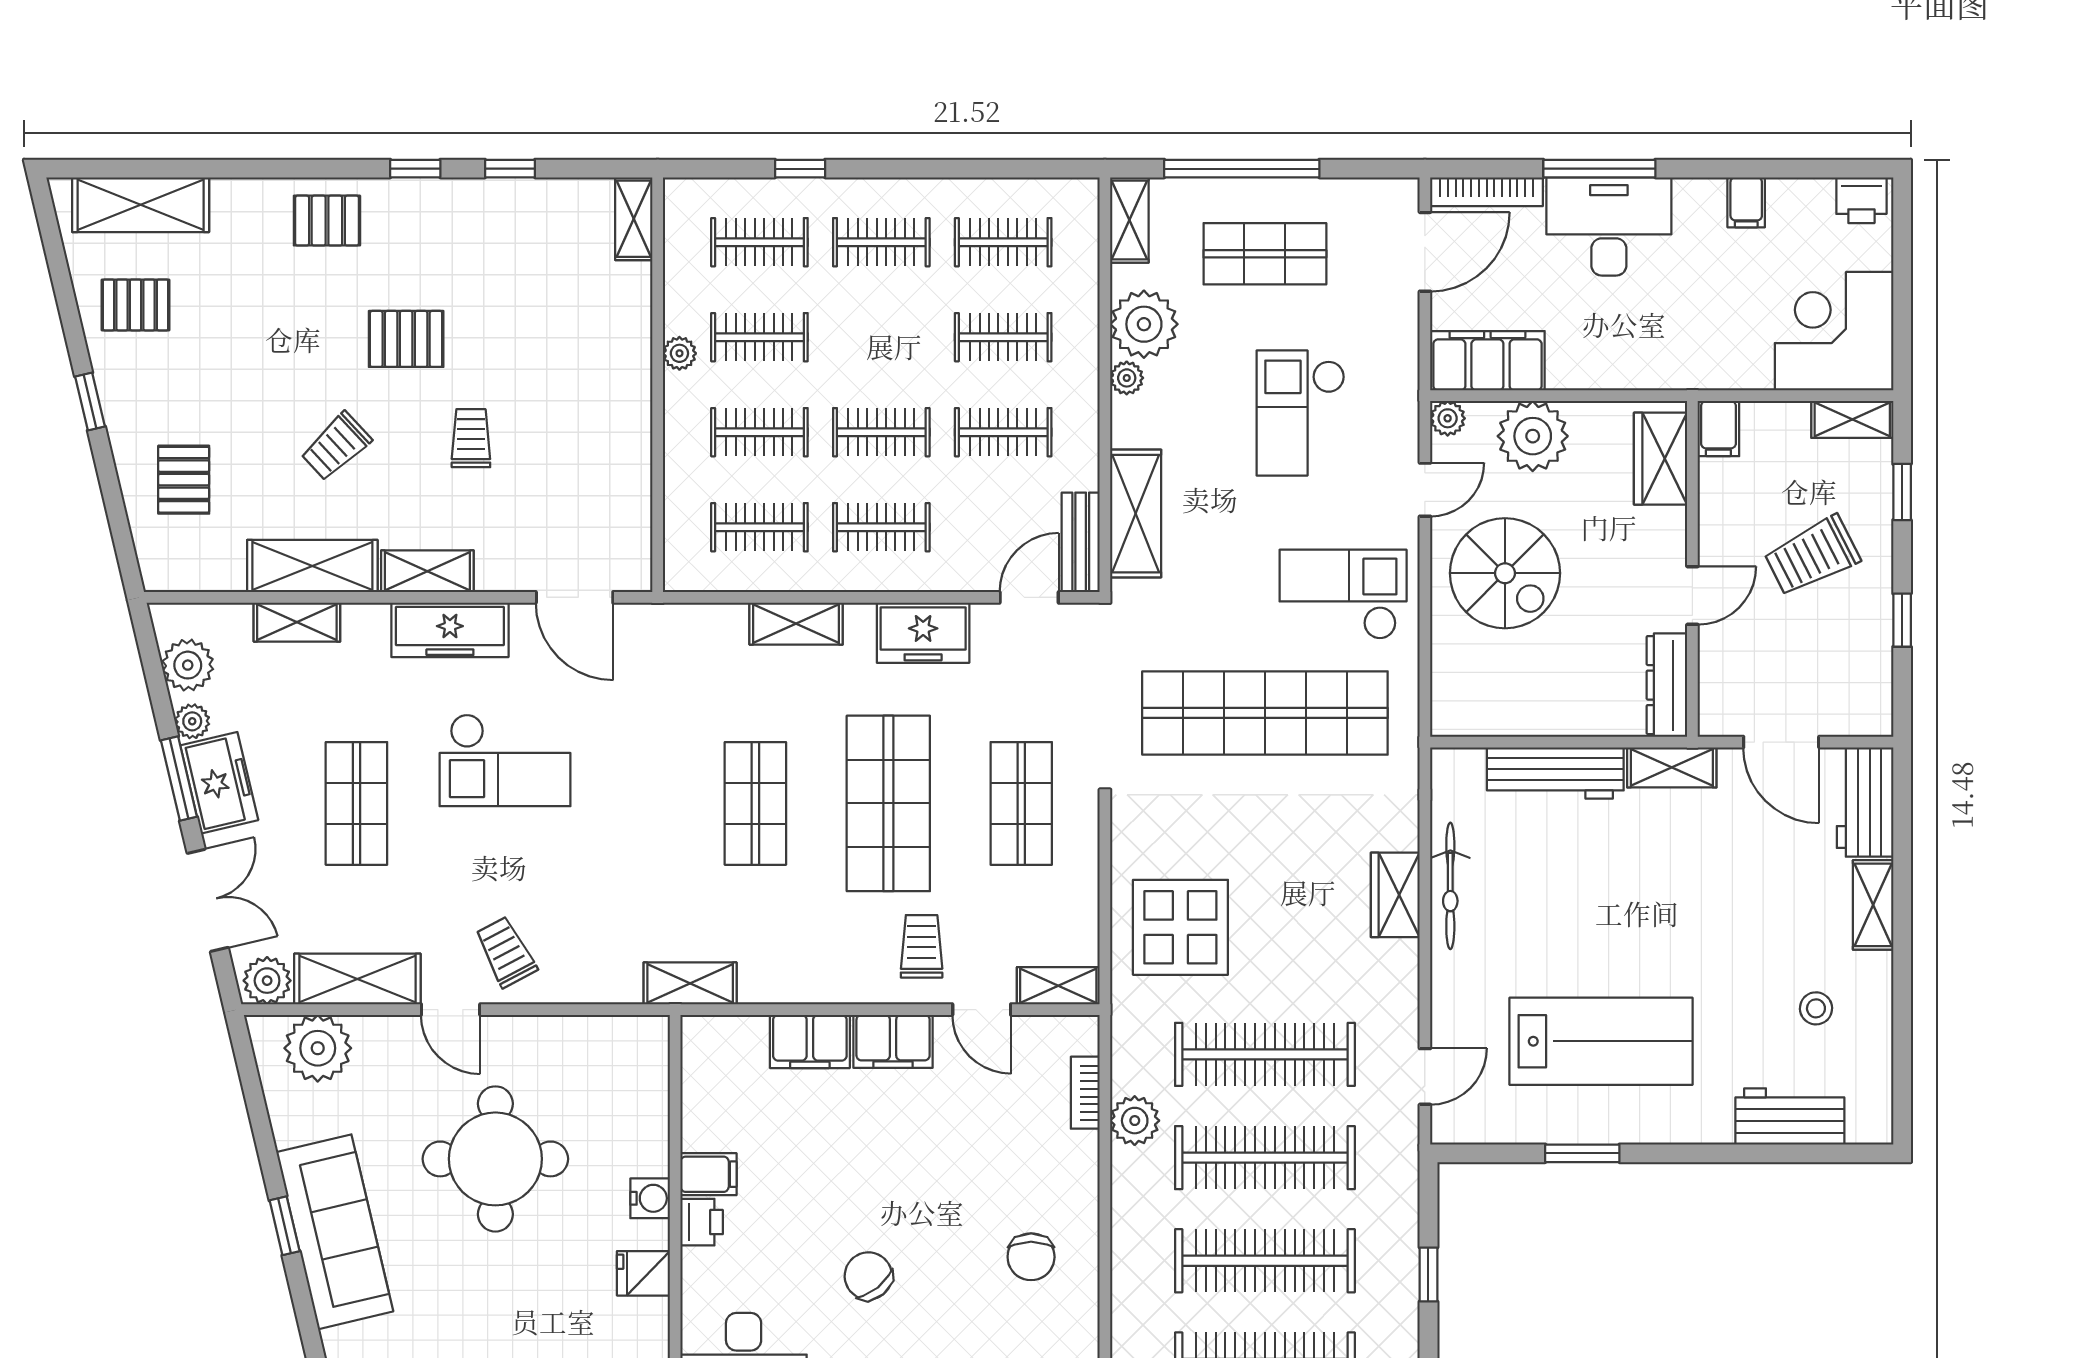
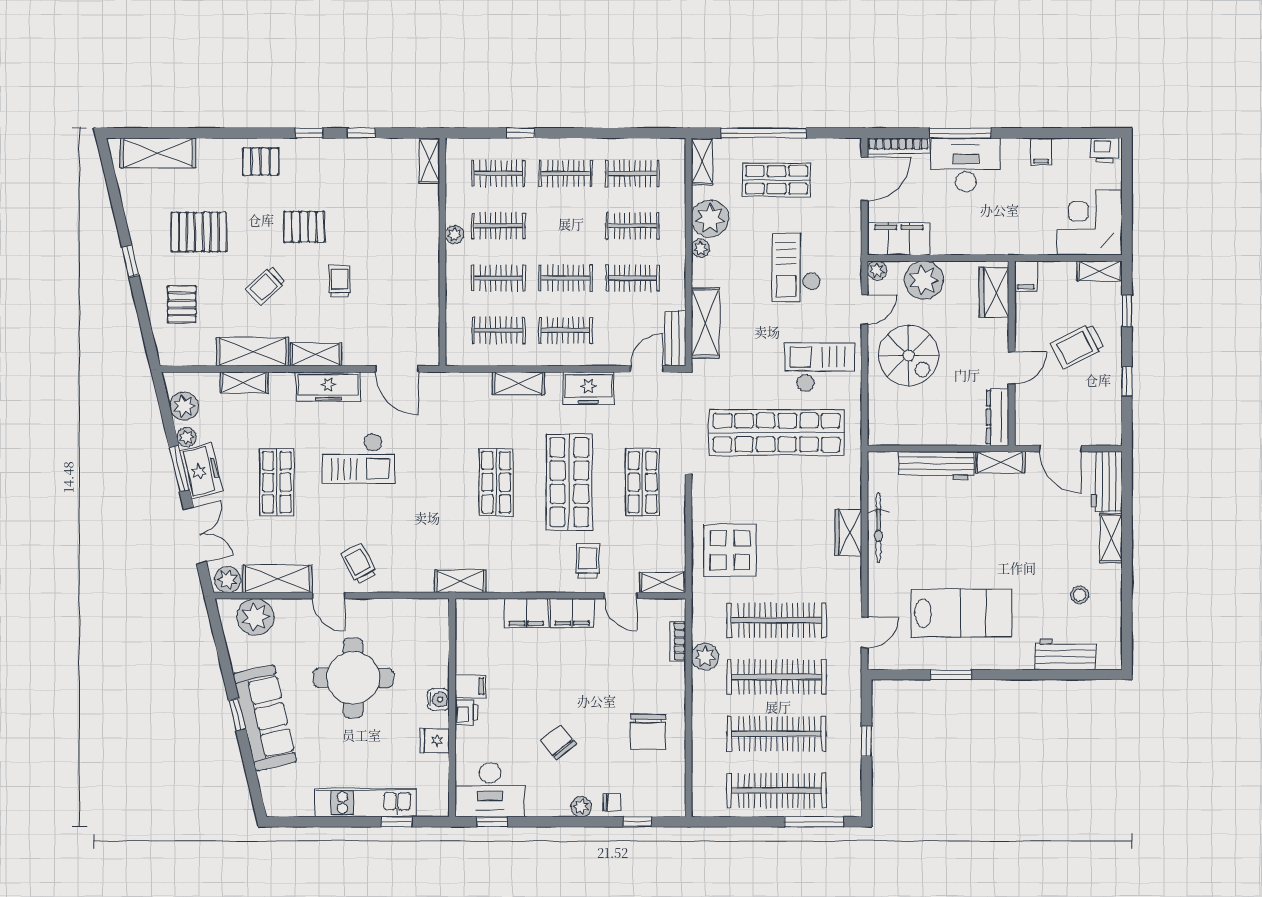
pallet: (136, 305) -> (199, 232), moved, width x1.50, depth x1.42
chair: (1031, 1257) -> (648, 732), width x1.37, depth x1.37

